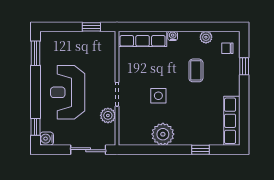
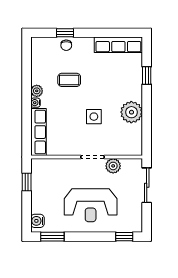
plant: (206, 37) -> (37, 91), moved
chair: (227, 48) -> (66, 45), moved
water cooler: (47, 139) -> (37, 221), moved, turned 90

